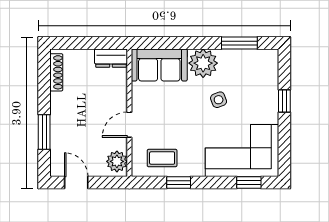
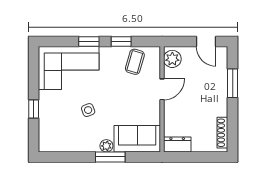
window: (239, 43) -> (110, 157), moved
plant: (203, 63) -> (106, 146), width x0.53, depth x0.53
coffee table: (162, 158) -> (135, 62), turned -74
window: (249, 182) -> (89, 41), moved

